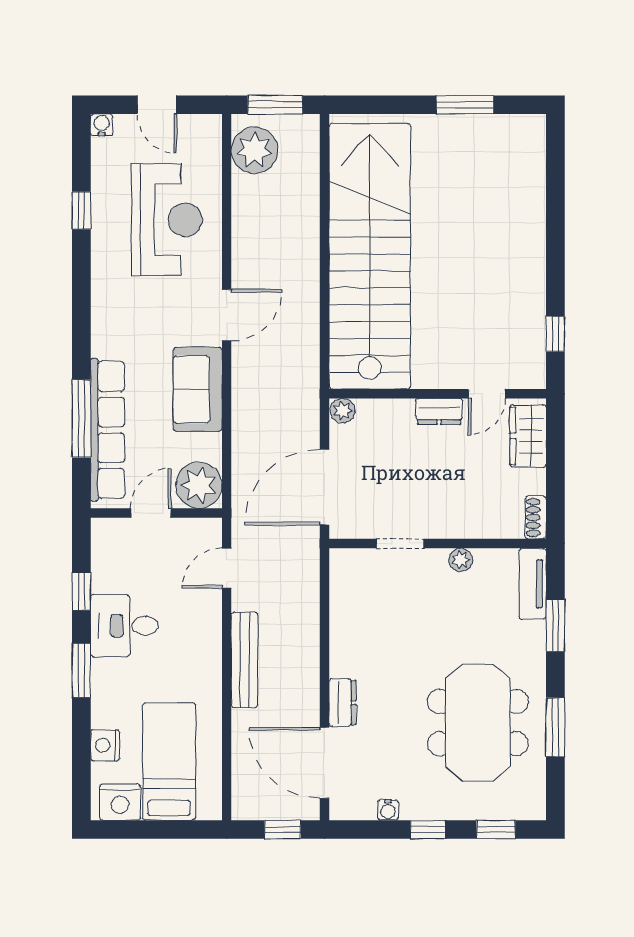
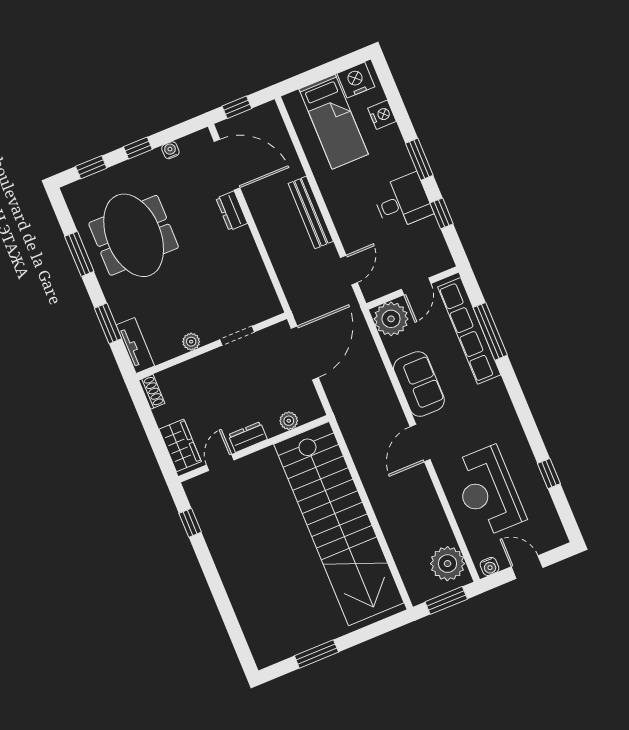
water cooler: (102, 125) -> (489, 566), moved
plant: (343, 411) -> (289, 421), moved

